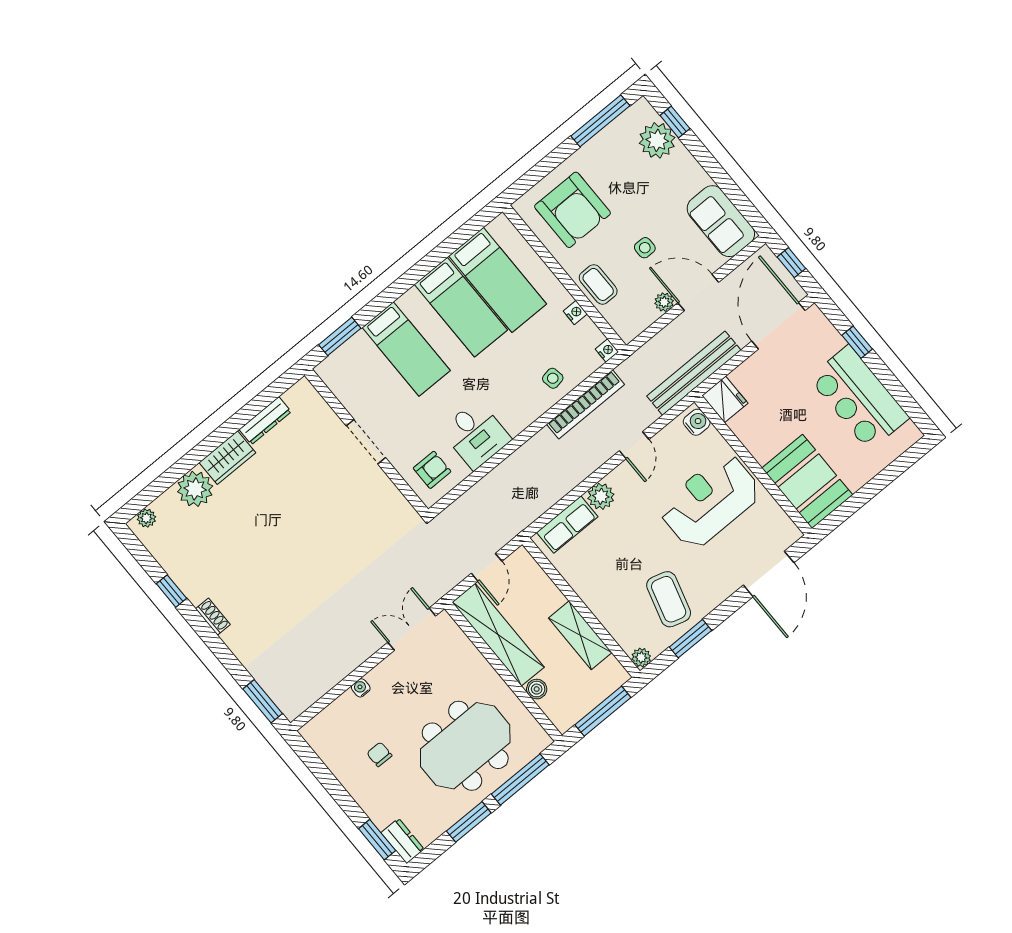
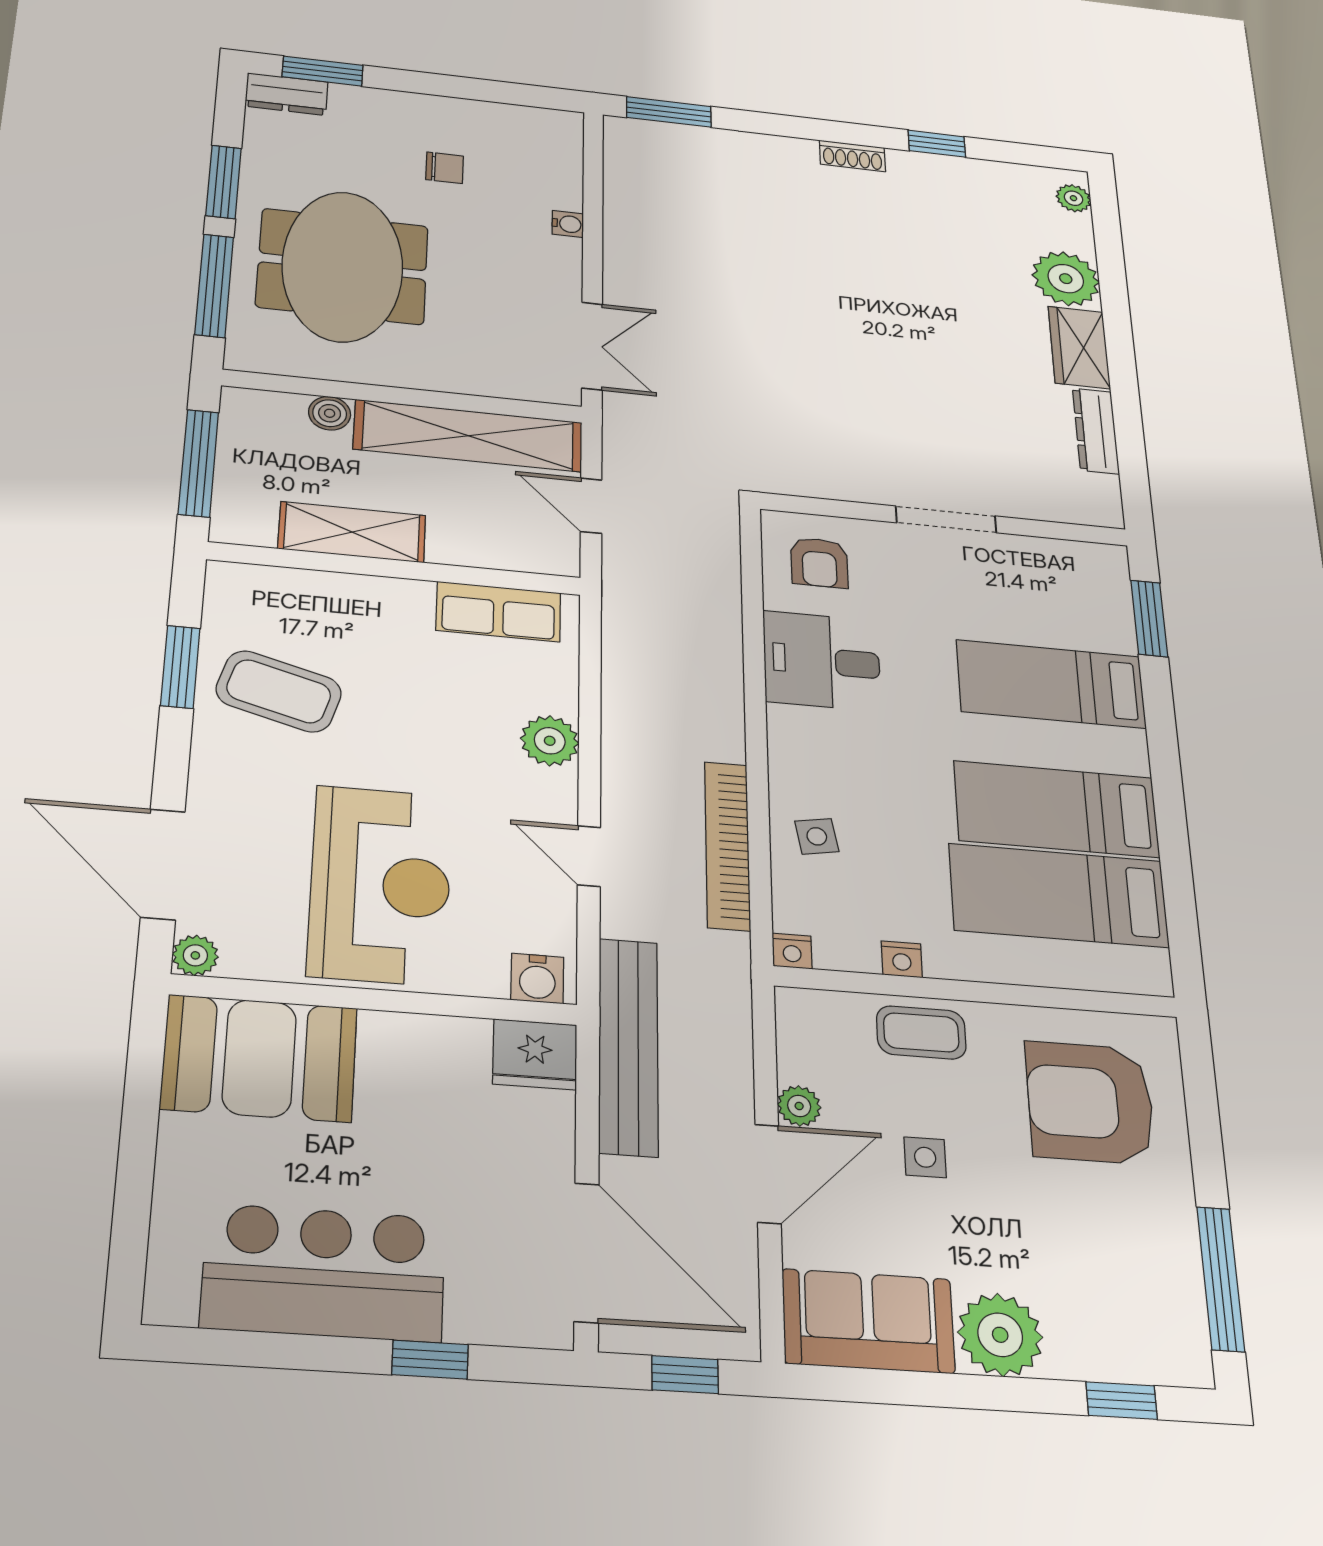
plant: (657, 140) -> (1000, 1335), moved
row of seats: (567, 525) -> (498, 612), moved, turned -90
plant: (641, 657) -> (195, 955), moved

